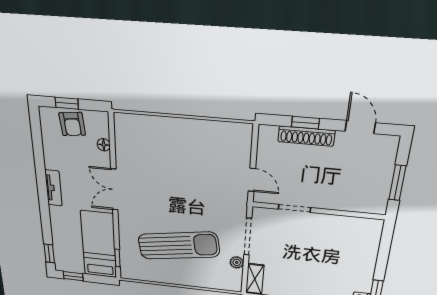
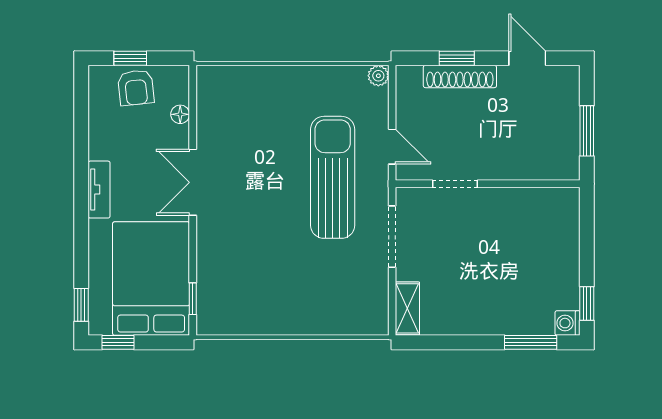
bed: (99, 245) -> (151, 279), width x1.50
sun lounger: (179, 246) -> (333, 177), moved, turned -81
plant: (237, 262) -> (378, 76), moved

